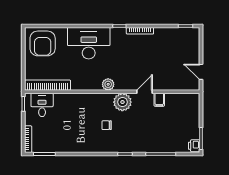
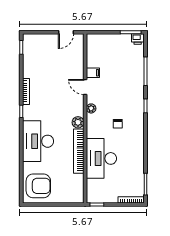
bookcase: (48, 85) -> (79, 151), moved
plant: (122, 102) -> (91, 108), width x0.53, depth x0.53
desk: (42, 105) -> (101, 158), moved, width x1.87, depth x1.30

